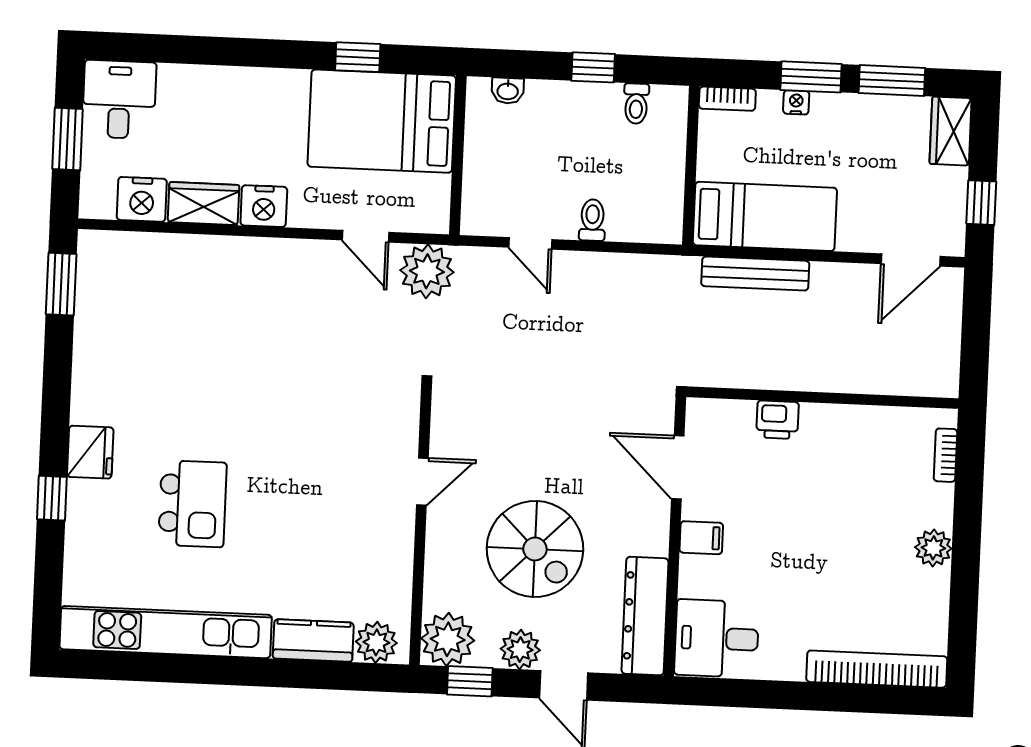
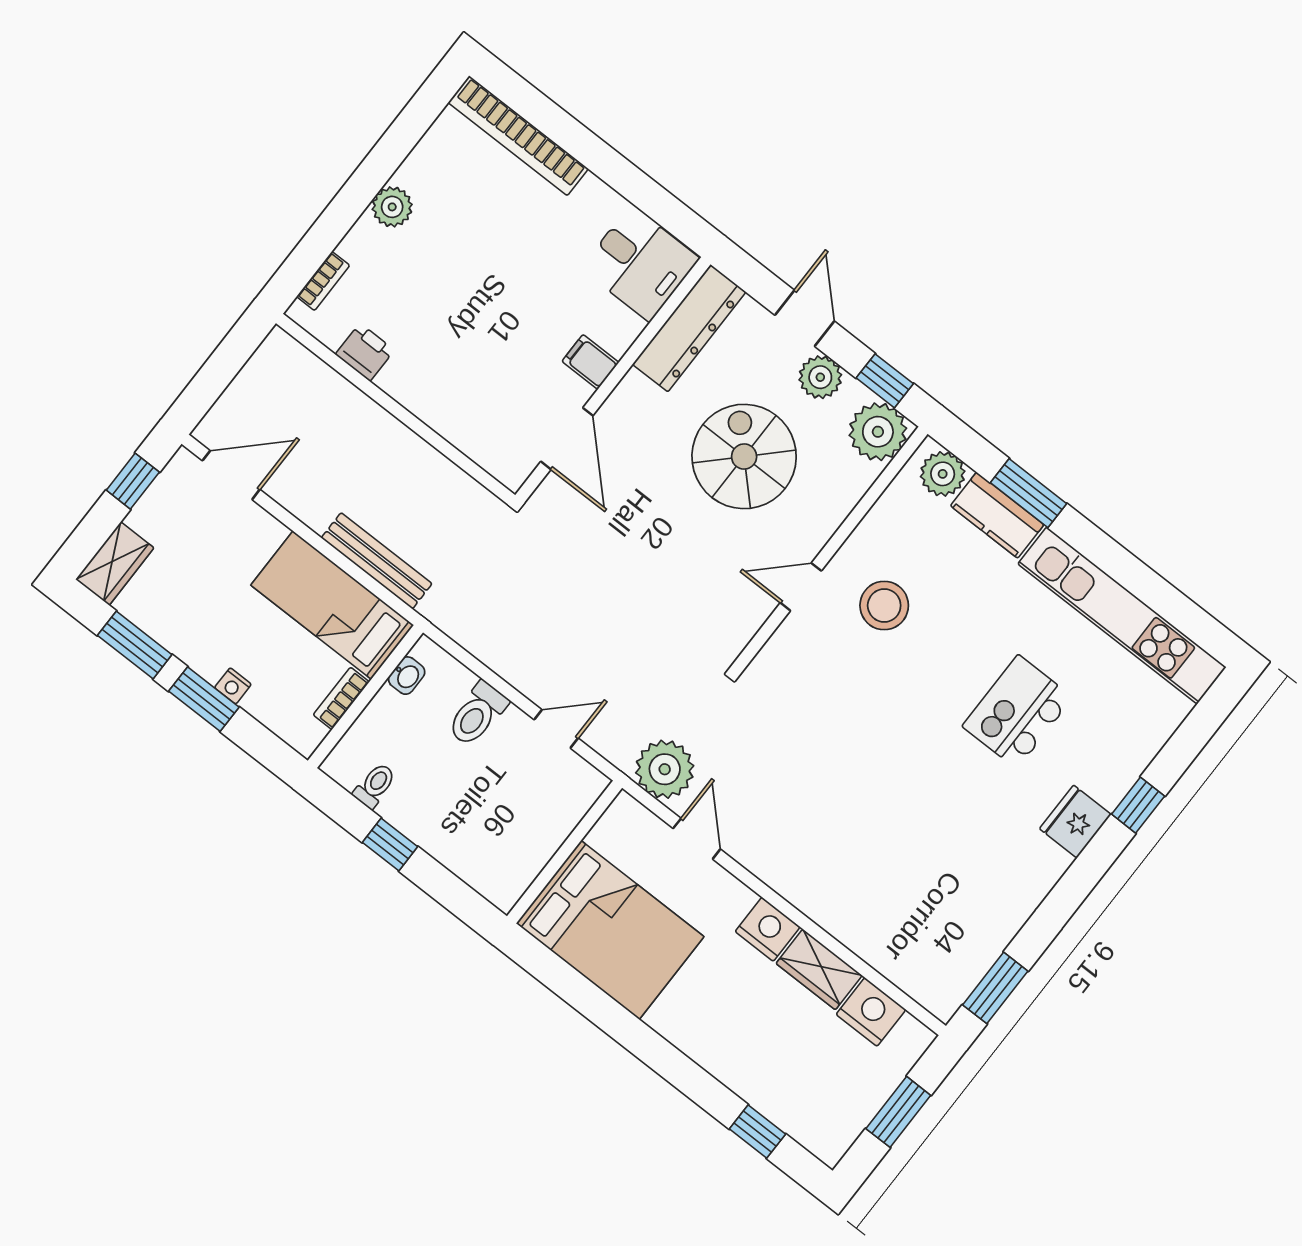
window: (358, 57) -> (757, 1132), moved
washbasin: (508, 91) -> (407, 676), moved, turned 90
desk: (119, 99) -> (828, 1114), removed
bookcase: (727, 99) -> (341, 698), moved, turned -90
toilet: (592, 220) -> (477, 714), width x1.37, depth x1.39
door: (530, 243) -> (556, 729), hinge flipped
printer: (778, 420) -> (365, 352), moved
stool: (350, 512) -> (884, 605), added
window: (301, 674) -> (1029, 493), added

